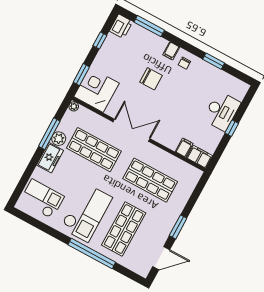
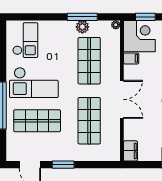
double door: (132, 130) -> (122, 99), moved
filing cabinet: (184, 148) -> (131, 58), moved
freezer: (50, 158) -> (63, 28), removed

